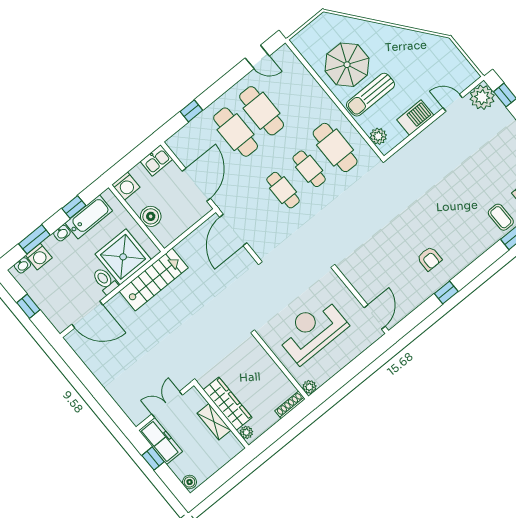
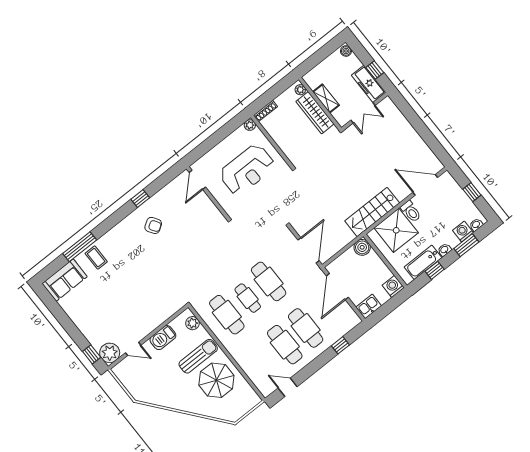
cafe table: (283, 190) -> (269, 281), width x1.37, depth x1.35
boiler: (151, 216) -> (362, 247), moved
armchair: (430, 259) -> (153, 225), turned 147

